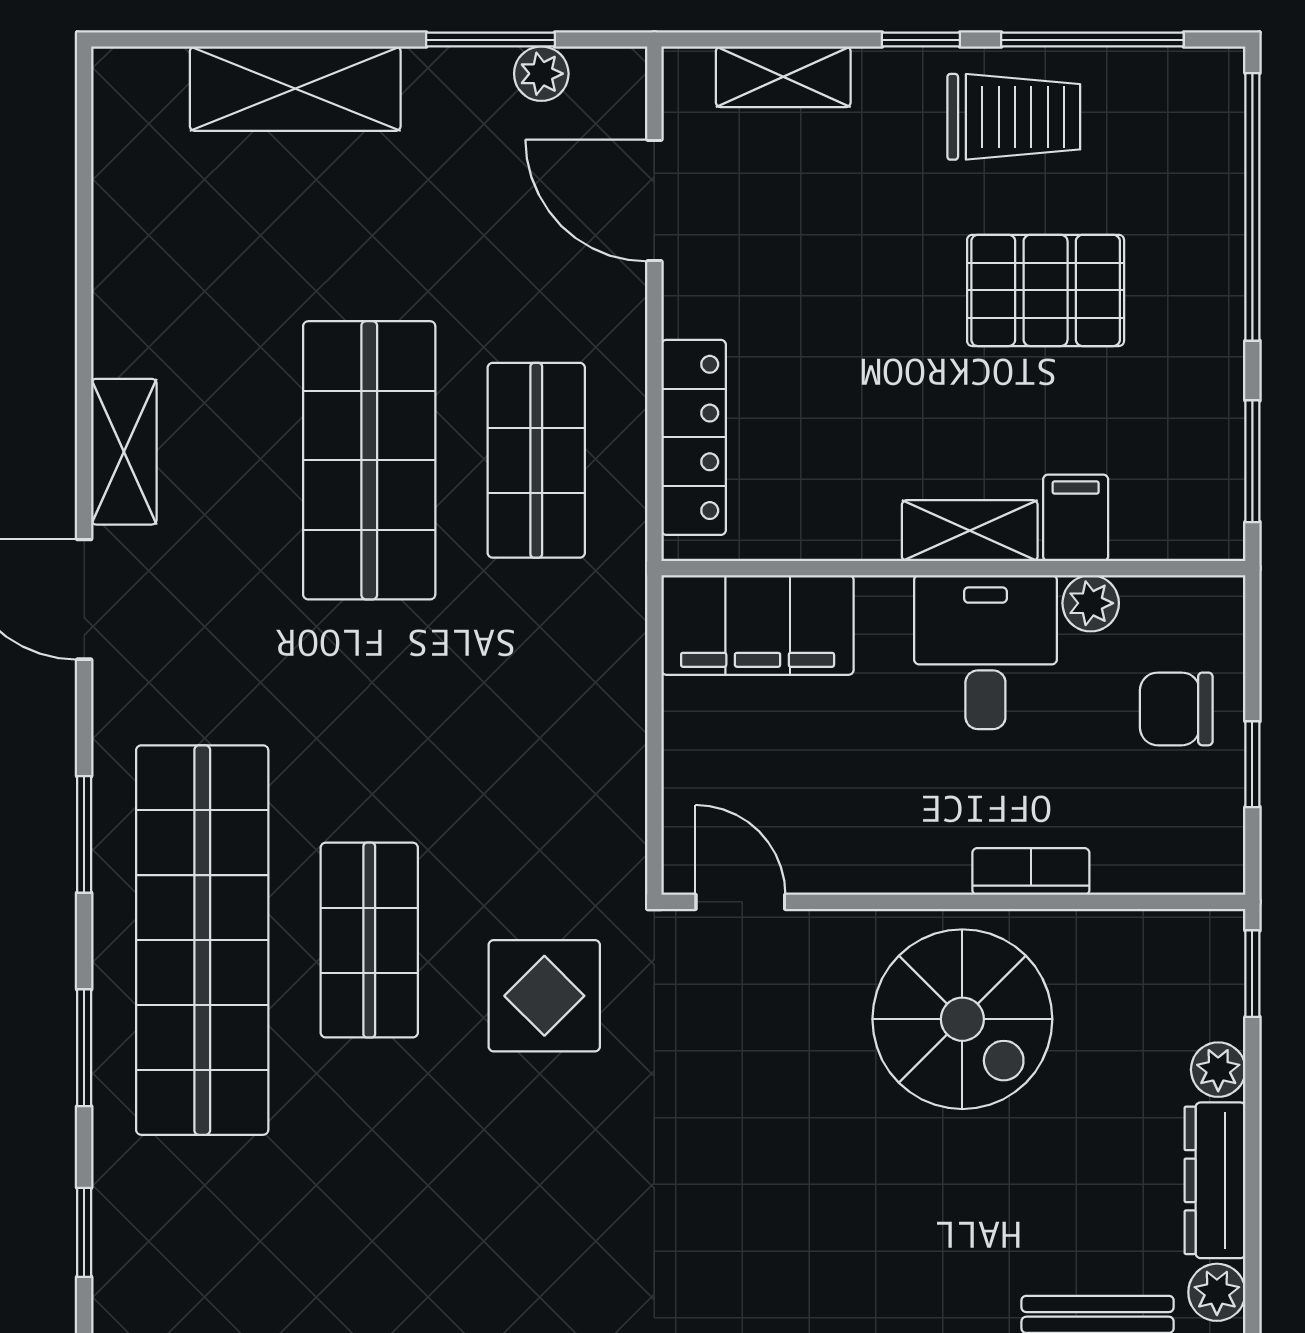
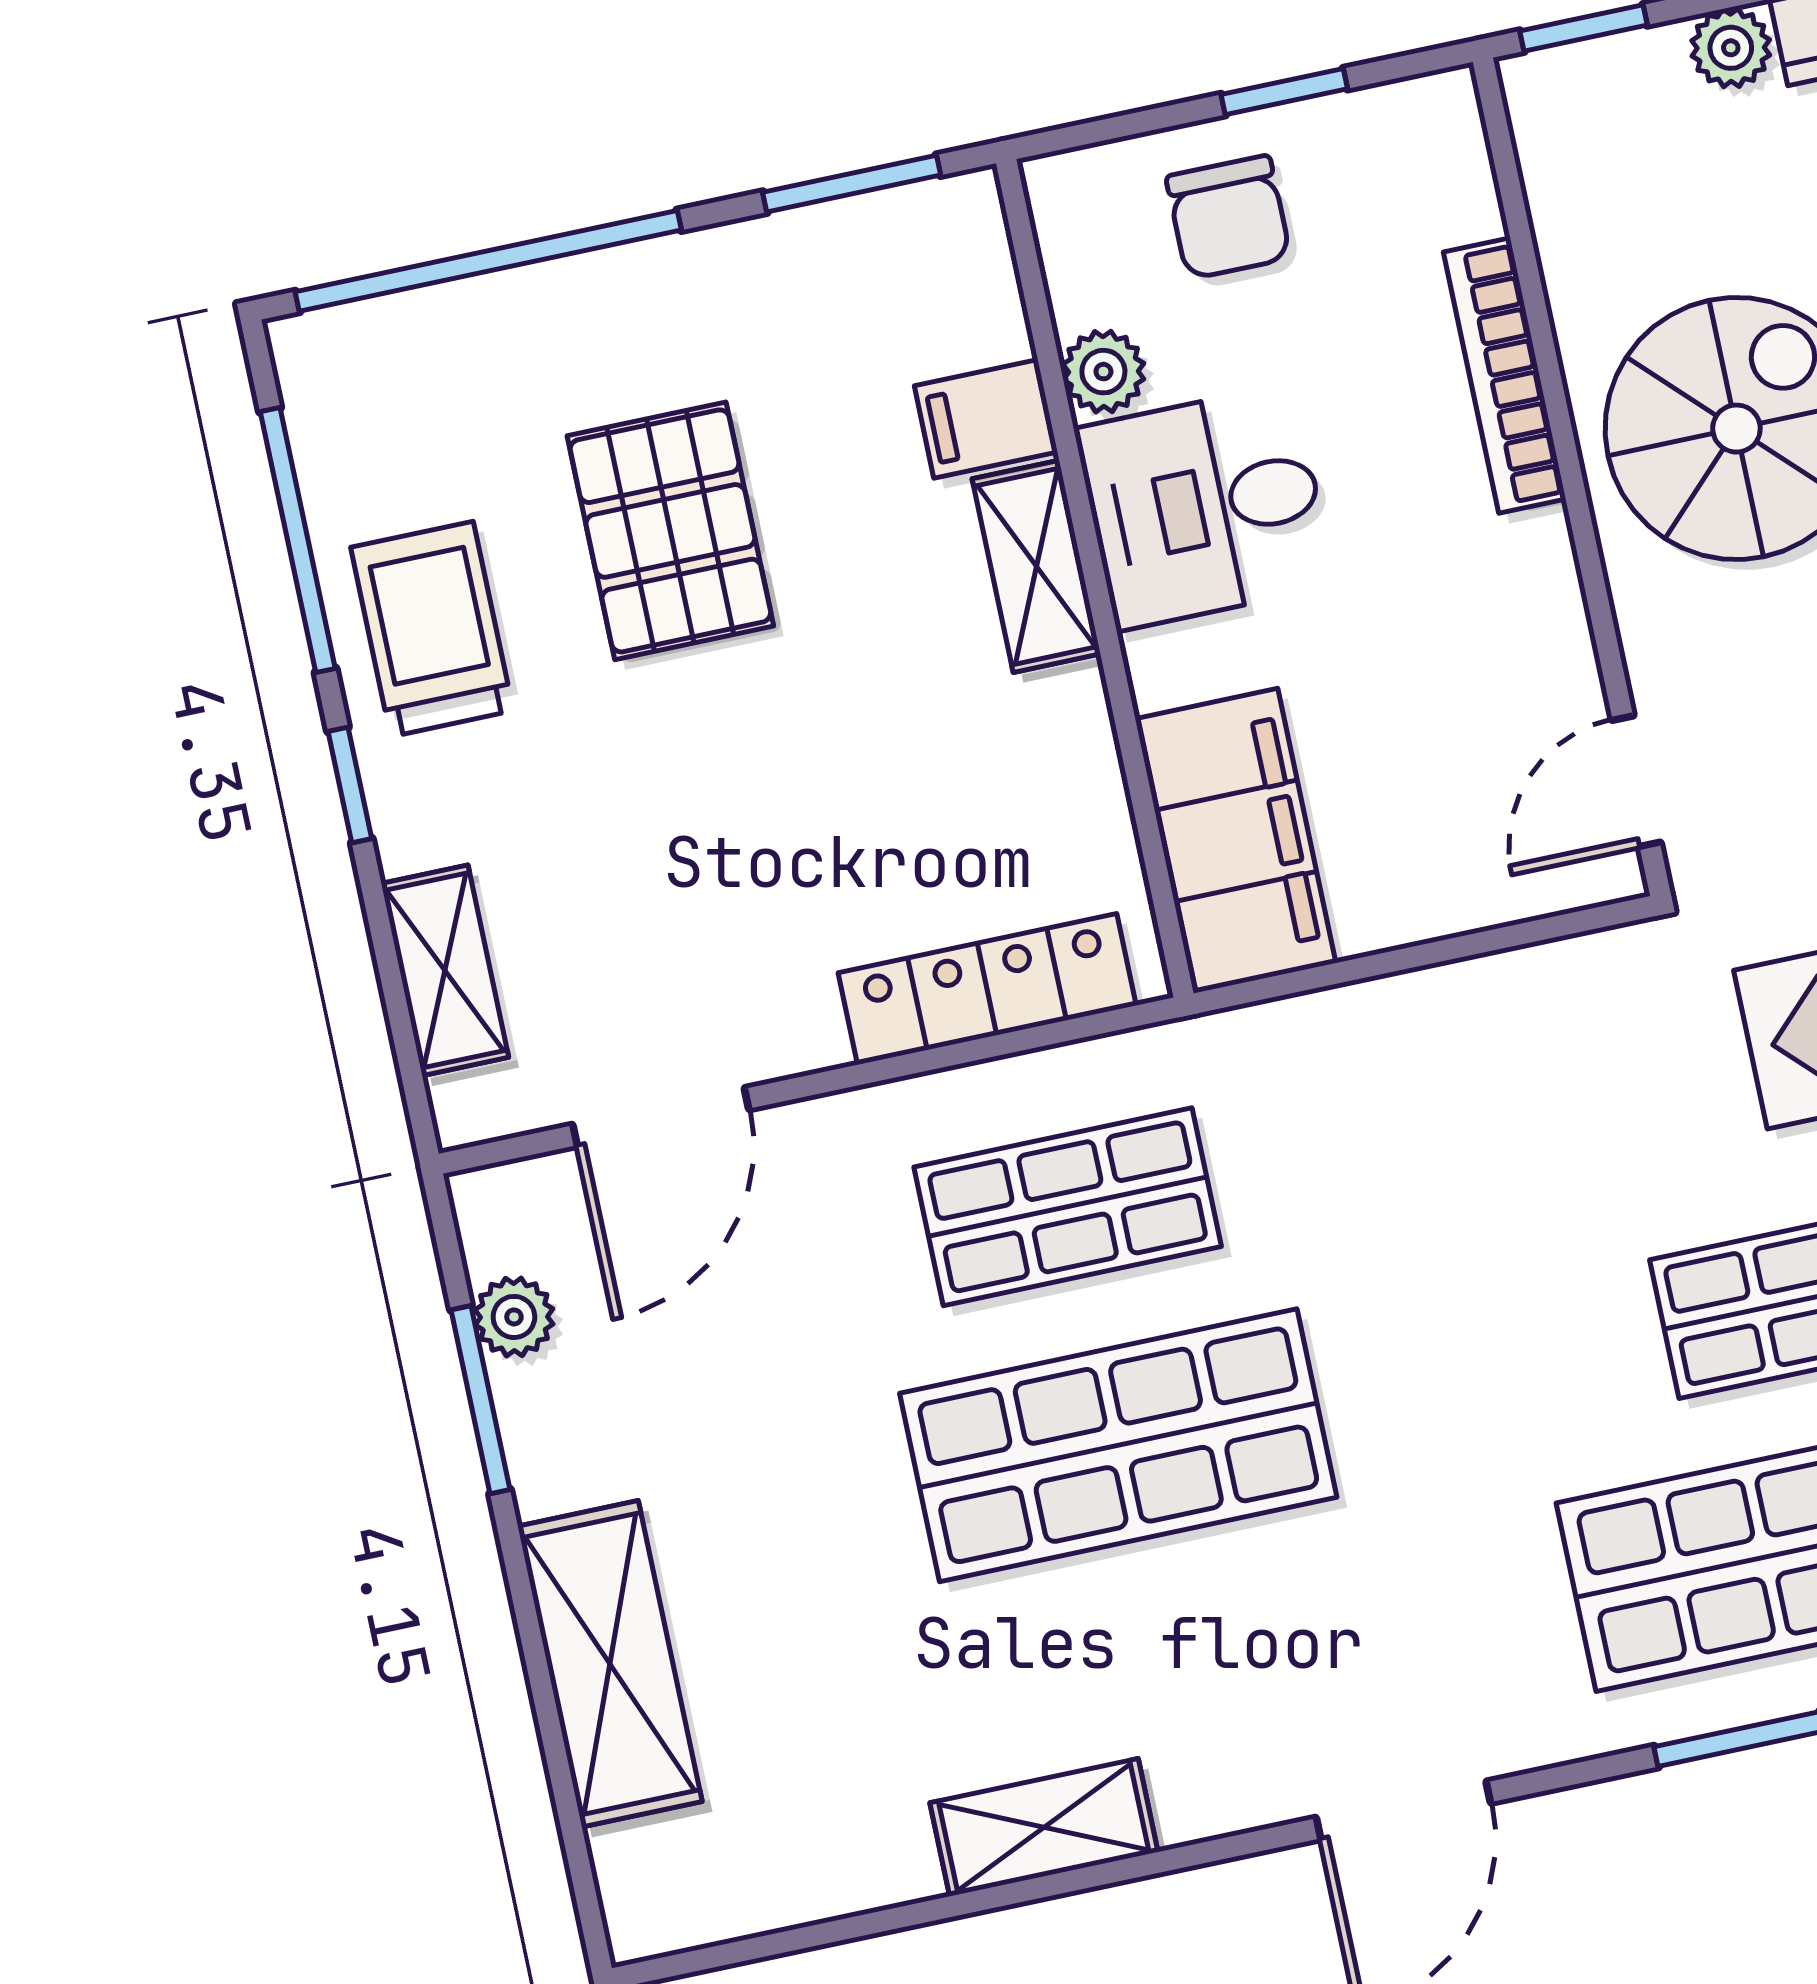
shelving: (124, 452) -> (1044, 1827), moved
bookcase: (1031, 871) -> (1505, 376), width x1.56

